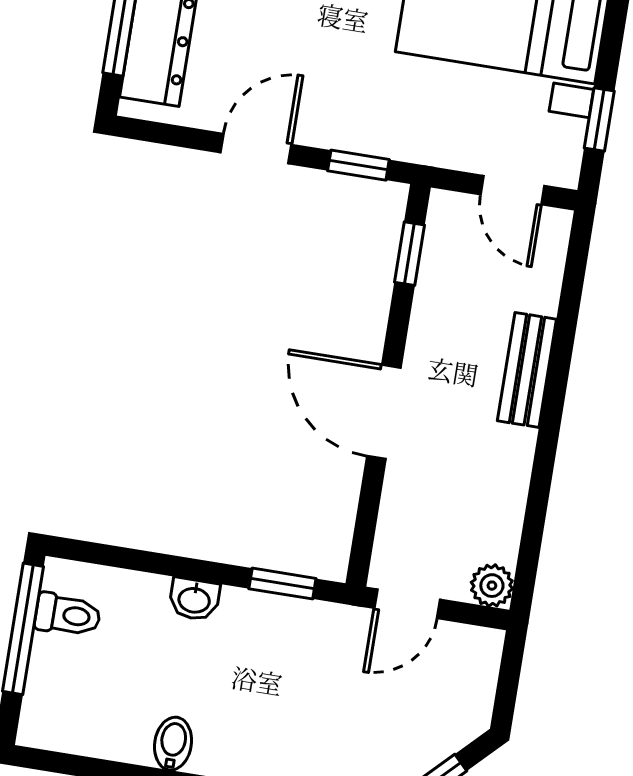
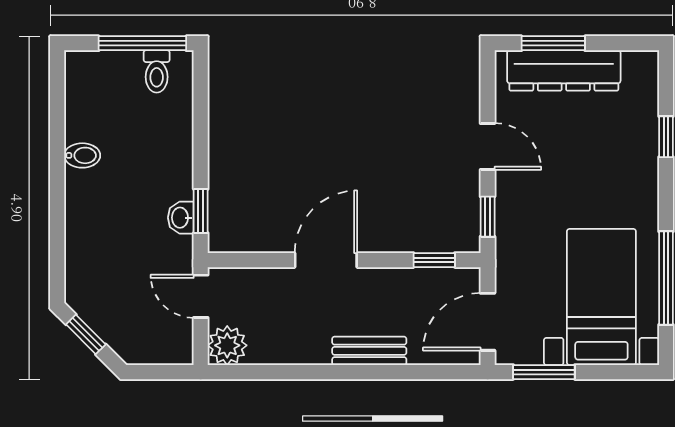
window: (599, 120) -> (544, 372), width x1.50
door: (512, 190) -> (488, 322), width x1.38
plant: (492, 586) -> (227, 345), width x1.38, depth x1.38
washbasin: (194, 599) -> (181, 218), moved

